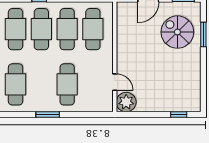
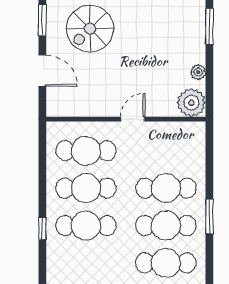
cafe table: (16, 29) -> (166, 226), moved
door: (115, 82) -> (133, 119), moved
plant: (147, 107) -> (198, 72), added
window: (179, 115) -> (209, 26), width x1.50

